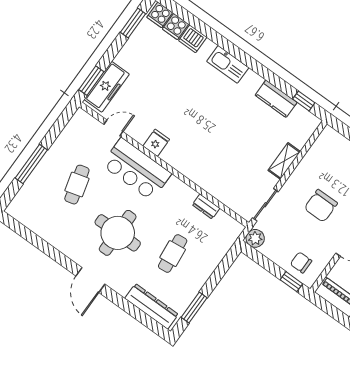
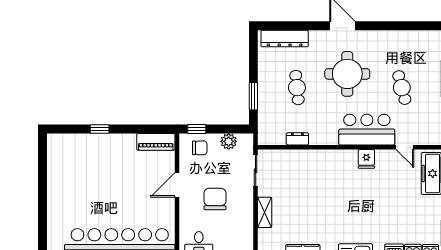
door: (113, 128) -> (405, 147), hinge flipped
plant: (255, 238) -> (229, 141), moved
window: (194, 308) -> (253, 96), moved

